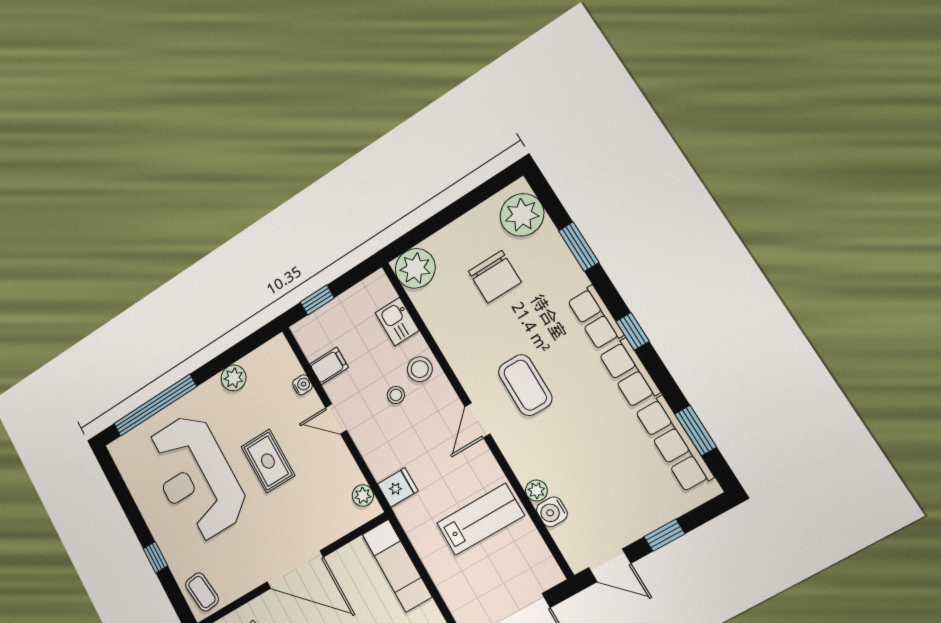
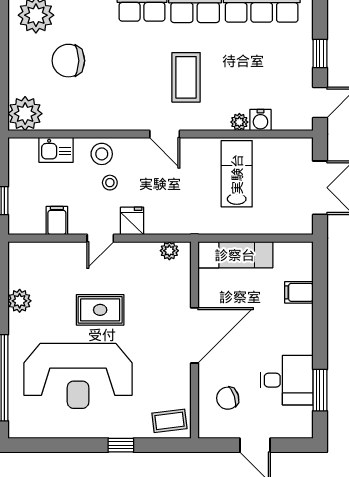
chair: (495, 277) -> (68, 61), turned 180
water cooler: (302, 385) -> (59, 249), removed
coffee table: (525, 385) -> (186, 77), moved, turned 90
fridge: (398, 487) -> (132, 221), moved

